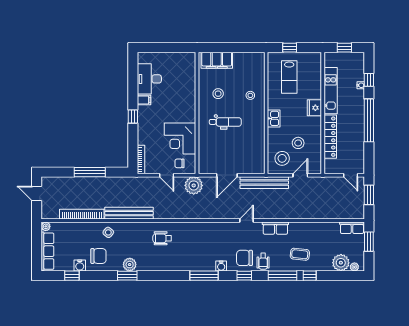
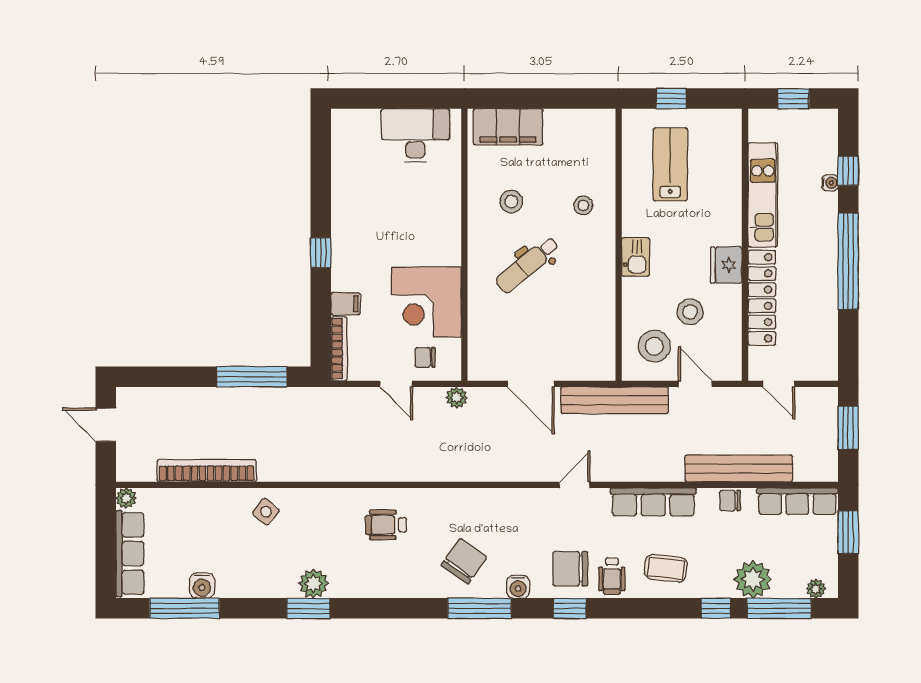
lab bench: (289, 77) -> (670, 164), turned 180
desk: (149, 79) -> (415, 135), moved, turned 90
filing cabinet: (144, 100) -> (346, 304), moved
fridge: (314, 108) -> (726, 265), moved
dental chair: (225, 122) -> (527, 265), turned 140
window: (90, 172) -> (252, 377), moved
door: (227, 175) -> (531, 384), hinge flipped
door: (300, 175) -> (695, 384), hinge flipped
door: (351, 175) -> (779, 384), moved
plant: (194, 185) -> (457, 397), width x0.53, depth x0.53
bench: (129, 213) -> (739, 469), moved
chair: (316, 227) -> (730, 501), added
row of seats: (275, 228) -> (653, 502), width x1.48
row of seats: (352, 228) -> (797, 501), width x1.48
coffee table: (300, 254) -> (666, 568), moved
chair: (98, 256) -> (464, 561), moved, turned -55
plant: (341, 263) -> (753, 579), moved
window: (72, 276) -> (185, 608), width x2.17
window: (282, 276) -> (779, 608), moved

